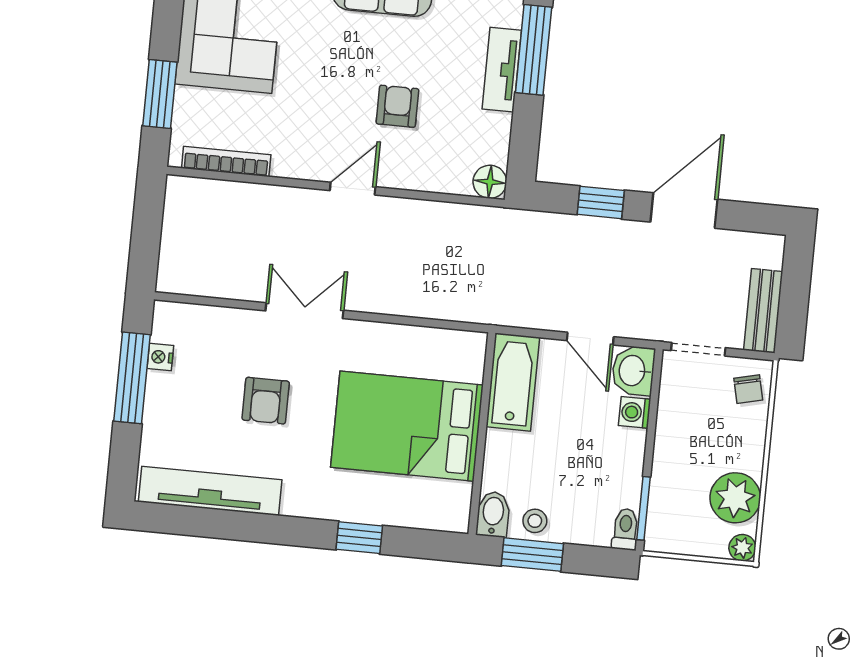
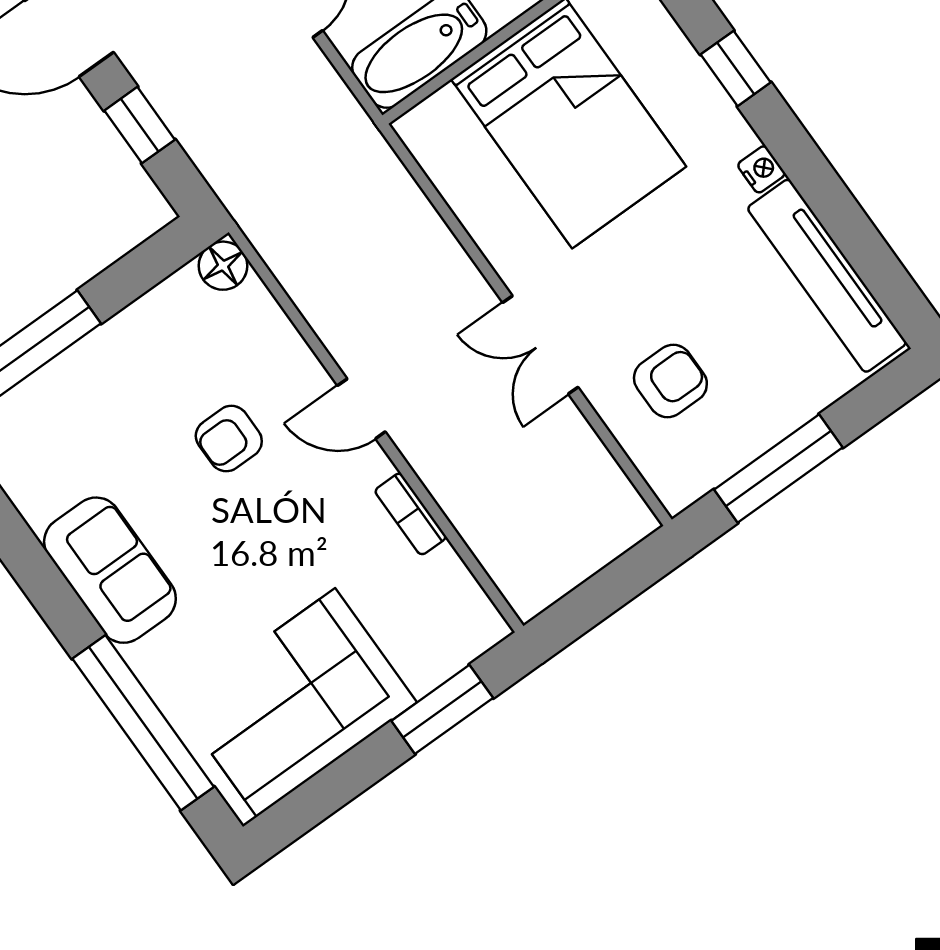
tv unit: (502, 70) -> (89, 360), removed
bookcase: (226, 161) -> (411, 514), moved, width x0.64
nightstand: (160, 357) -> (761, 169), moved, turned -90
armchair: (266, 401) -> (670, 381), moved

